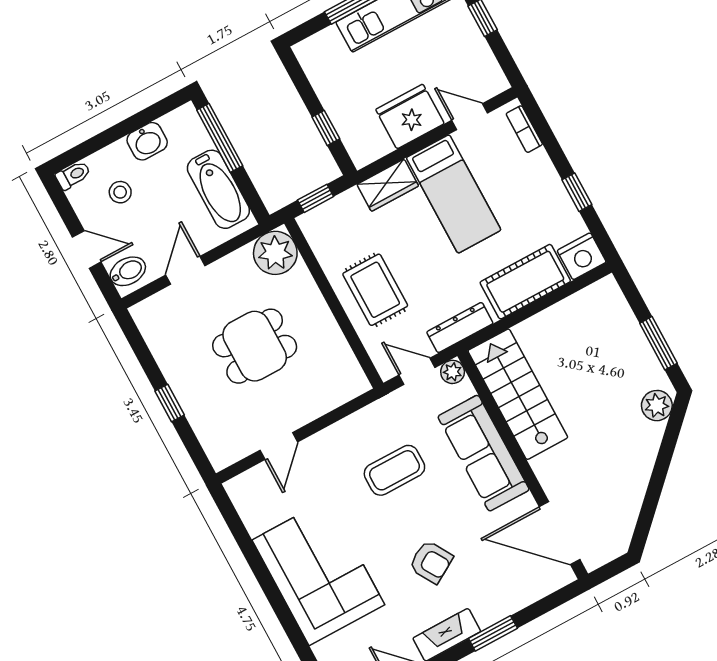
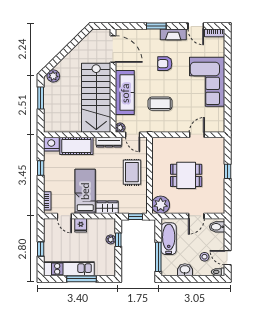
fridge: (410, 116) -> (81, 225), width x0.53, depth x0.75
plant: (343, 120) -> (111, 239), added
door: (87, 249) -> (228, 258), moved
stairs: (518, 394) -> (96, 98), width x1.36, depth x1.51
armchair: (431, 562) -> (165, 64), turned -59

